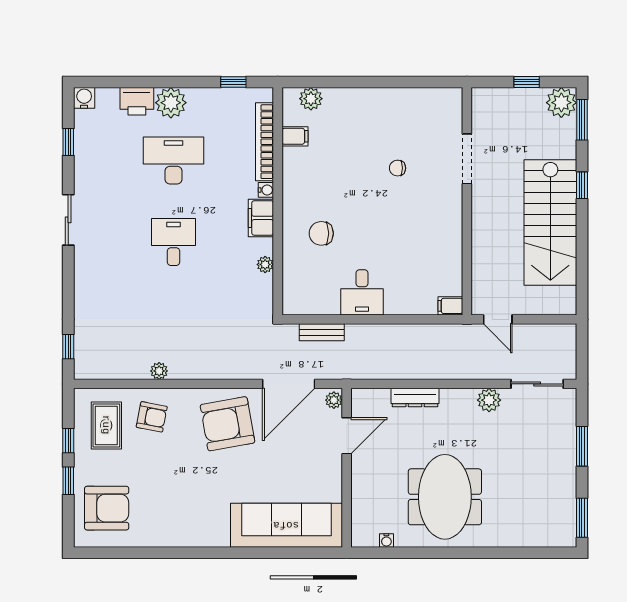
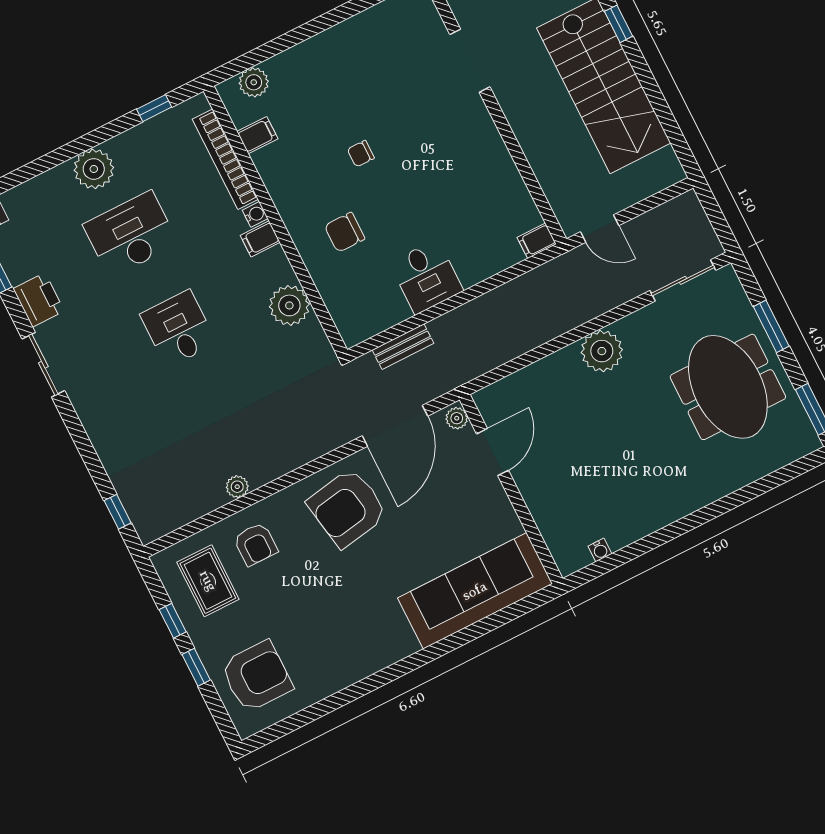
printer: (137, 101) -> (39, 300), moved, turned -90
chair: (398, 168) -> (361, 154), moved
filing cabinet: (261, 218) -> (260, 239), width x0.50
plant: (265, 264) -> (289, 305), width x1.88, depth x1.88
dresser: (415, 398) -> (549, 368), removed
plant: (489, 400) -> (602, 351), moved, width x1.36, depth x1.36
armchair: (152, 417) -> (256, 544), turned 79
meeting table: (445, 497) -> (728, 387), moved

